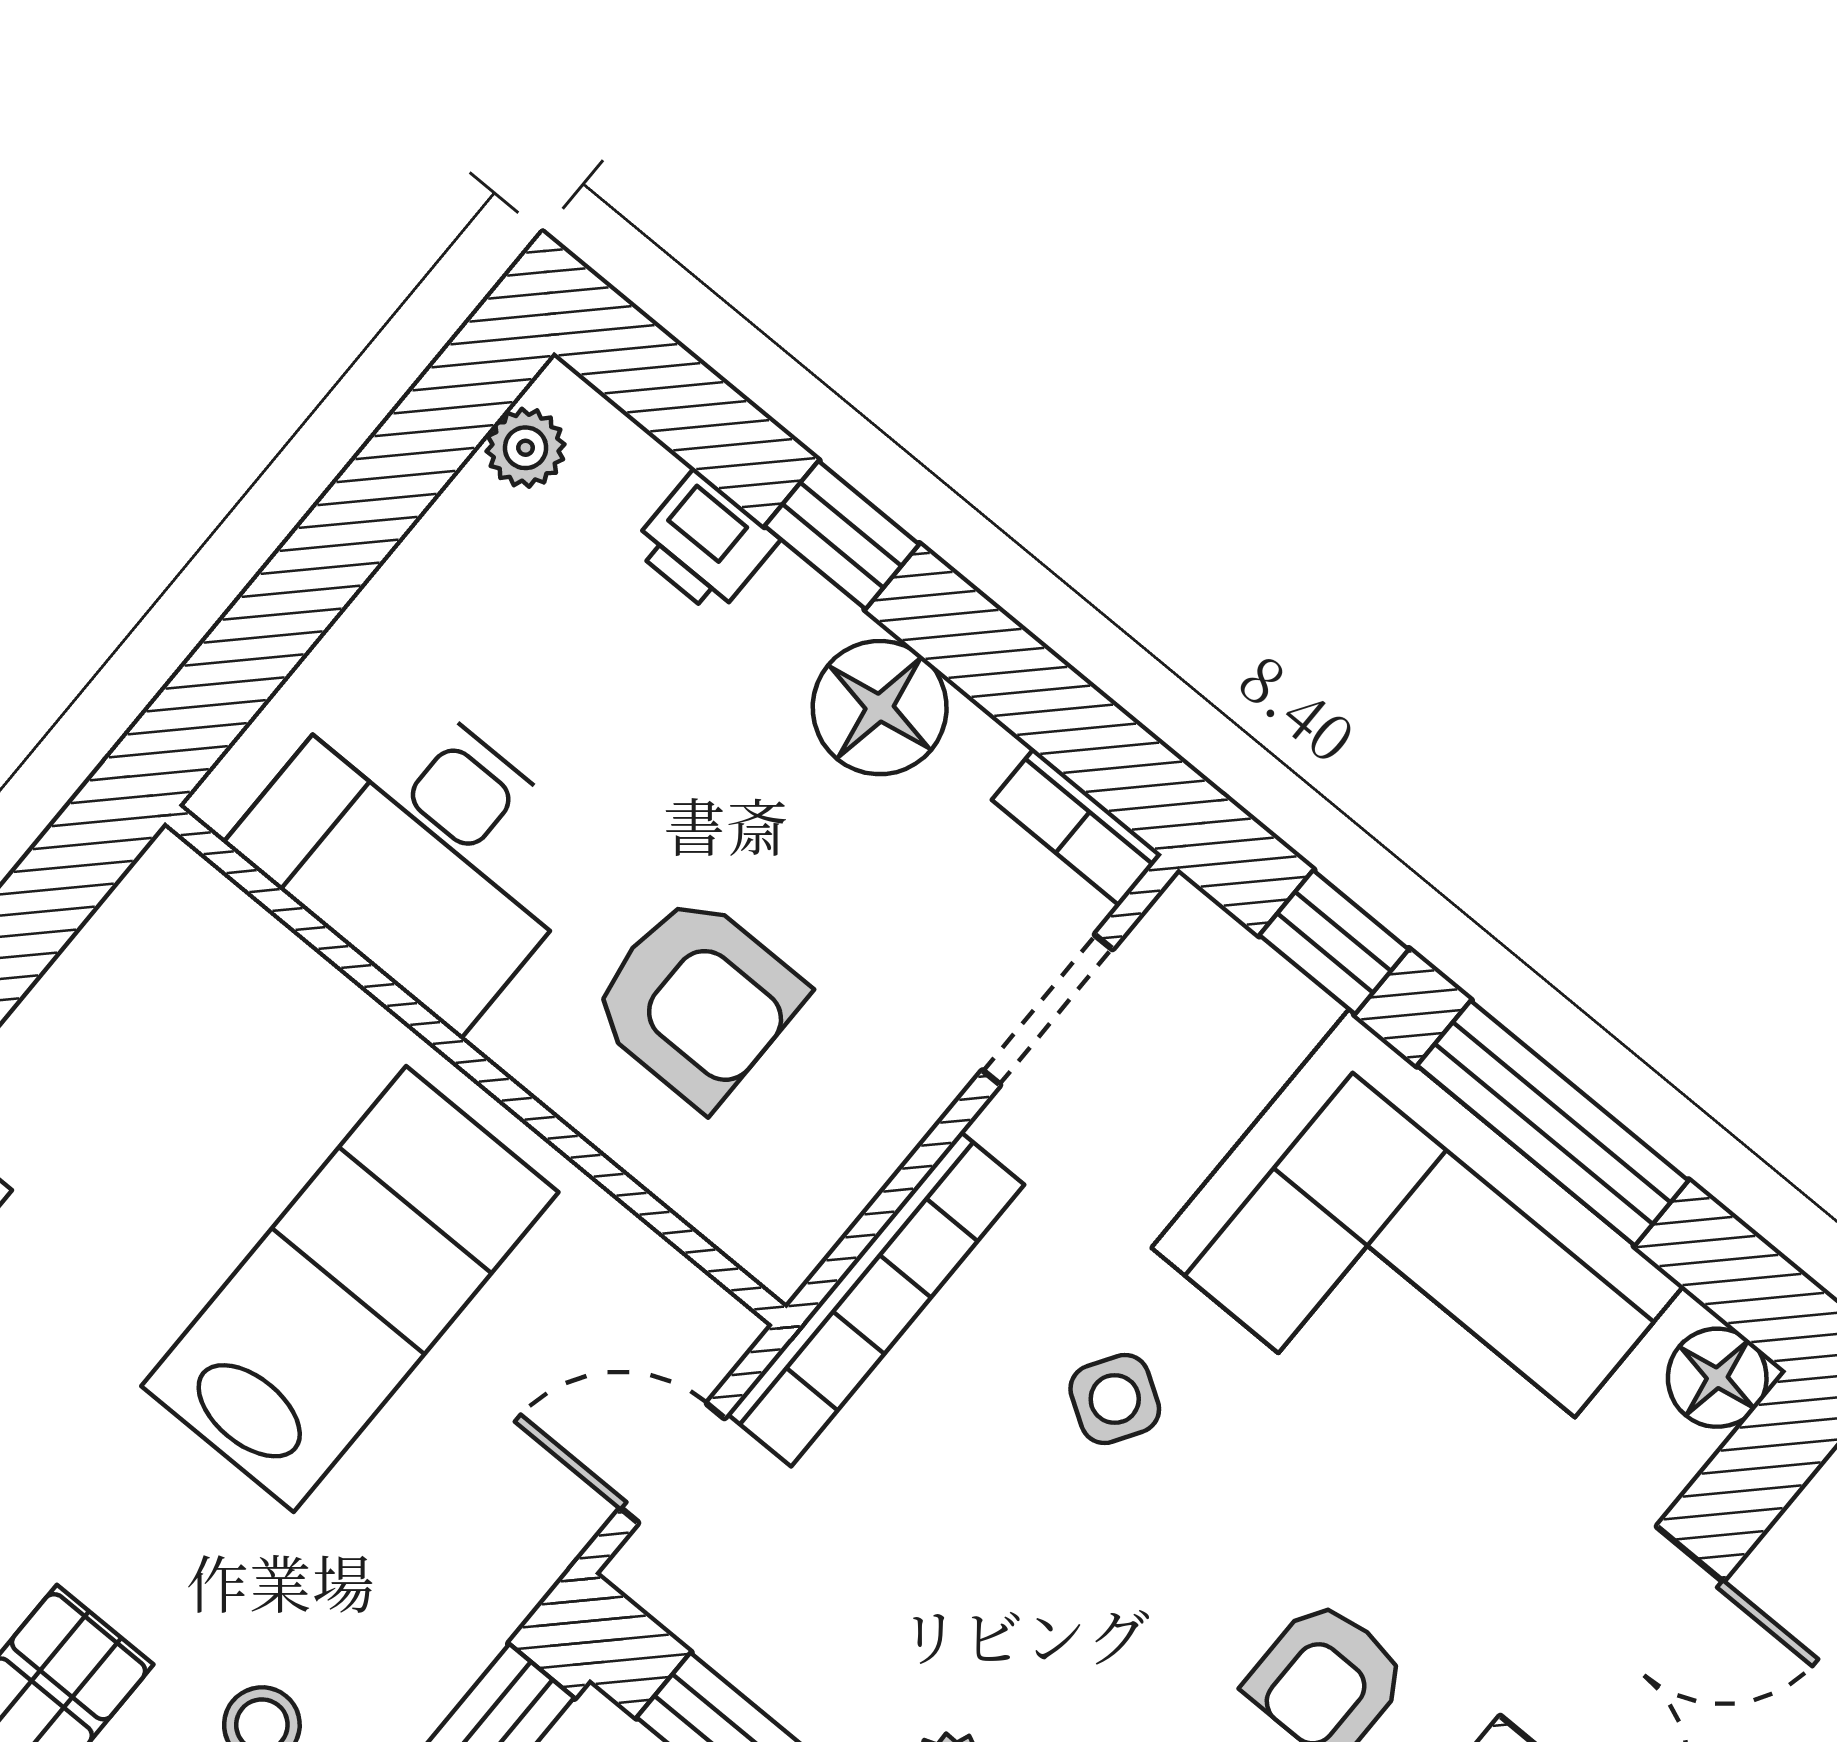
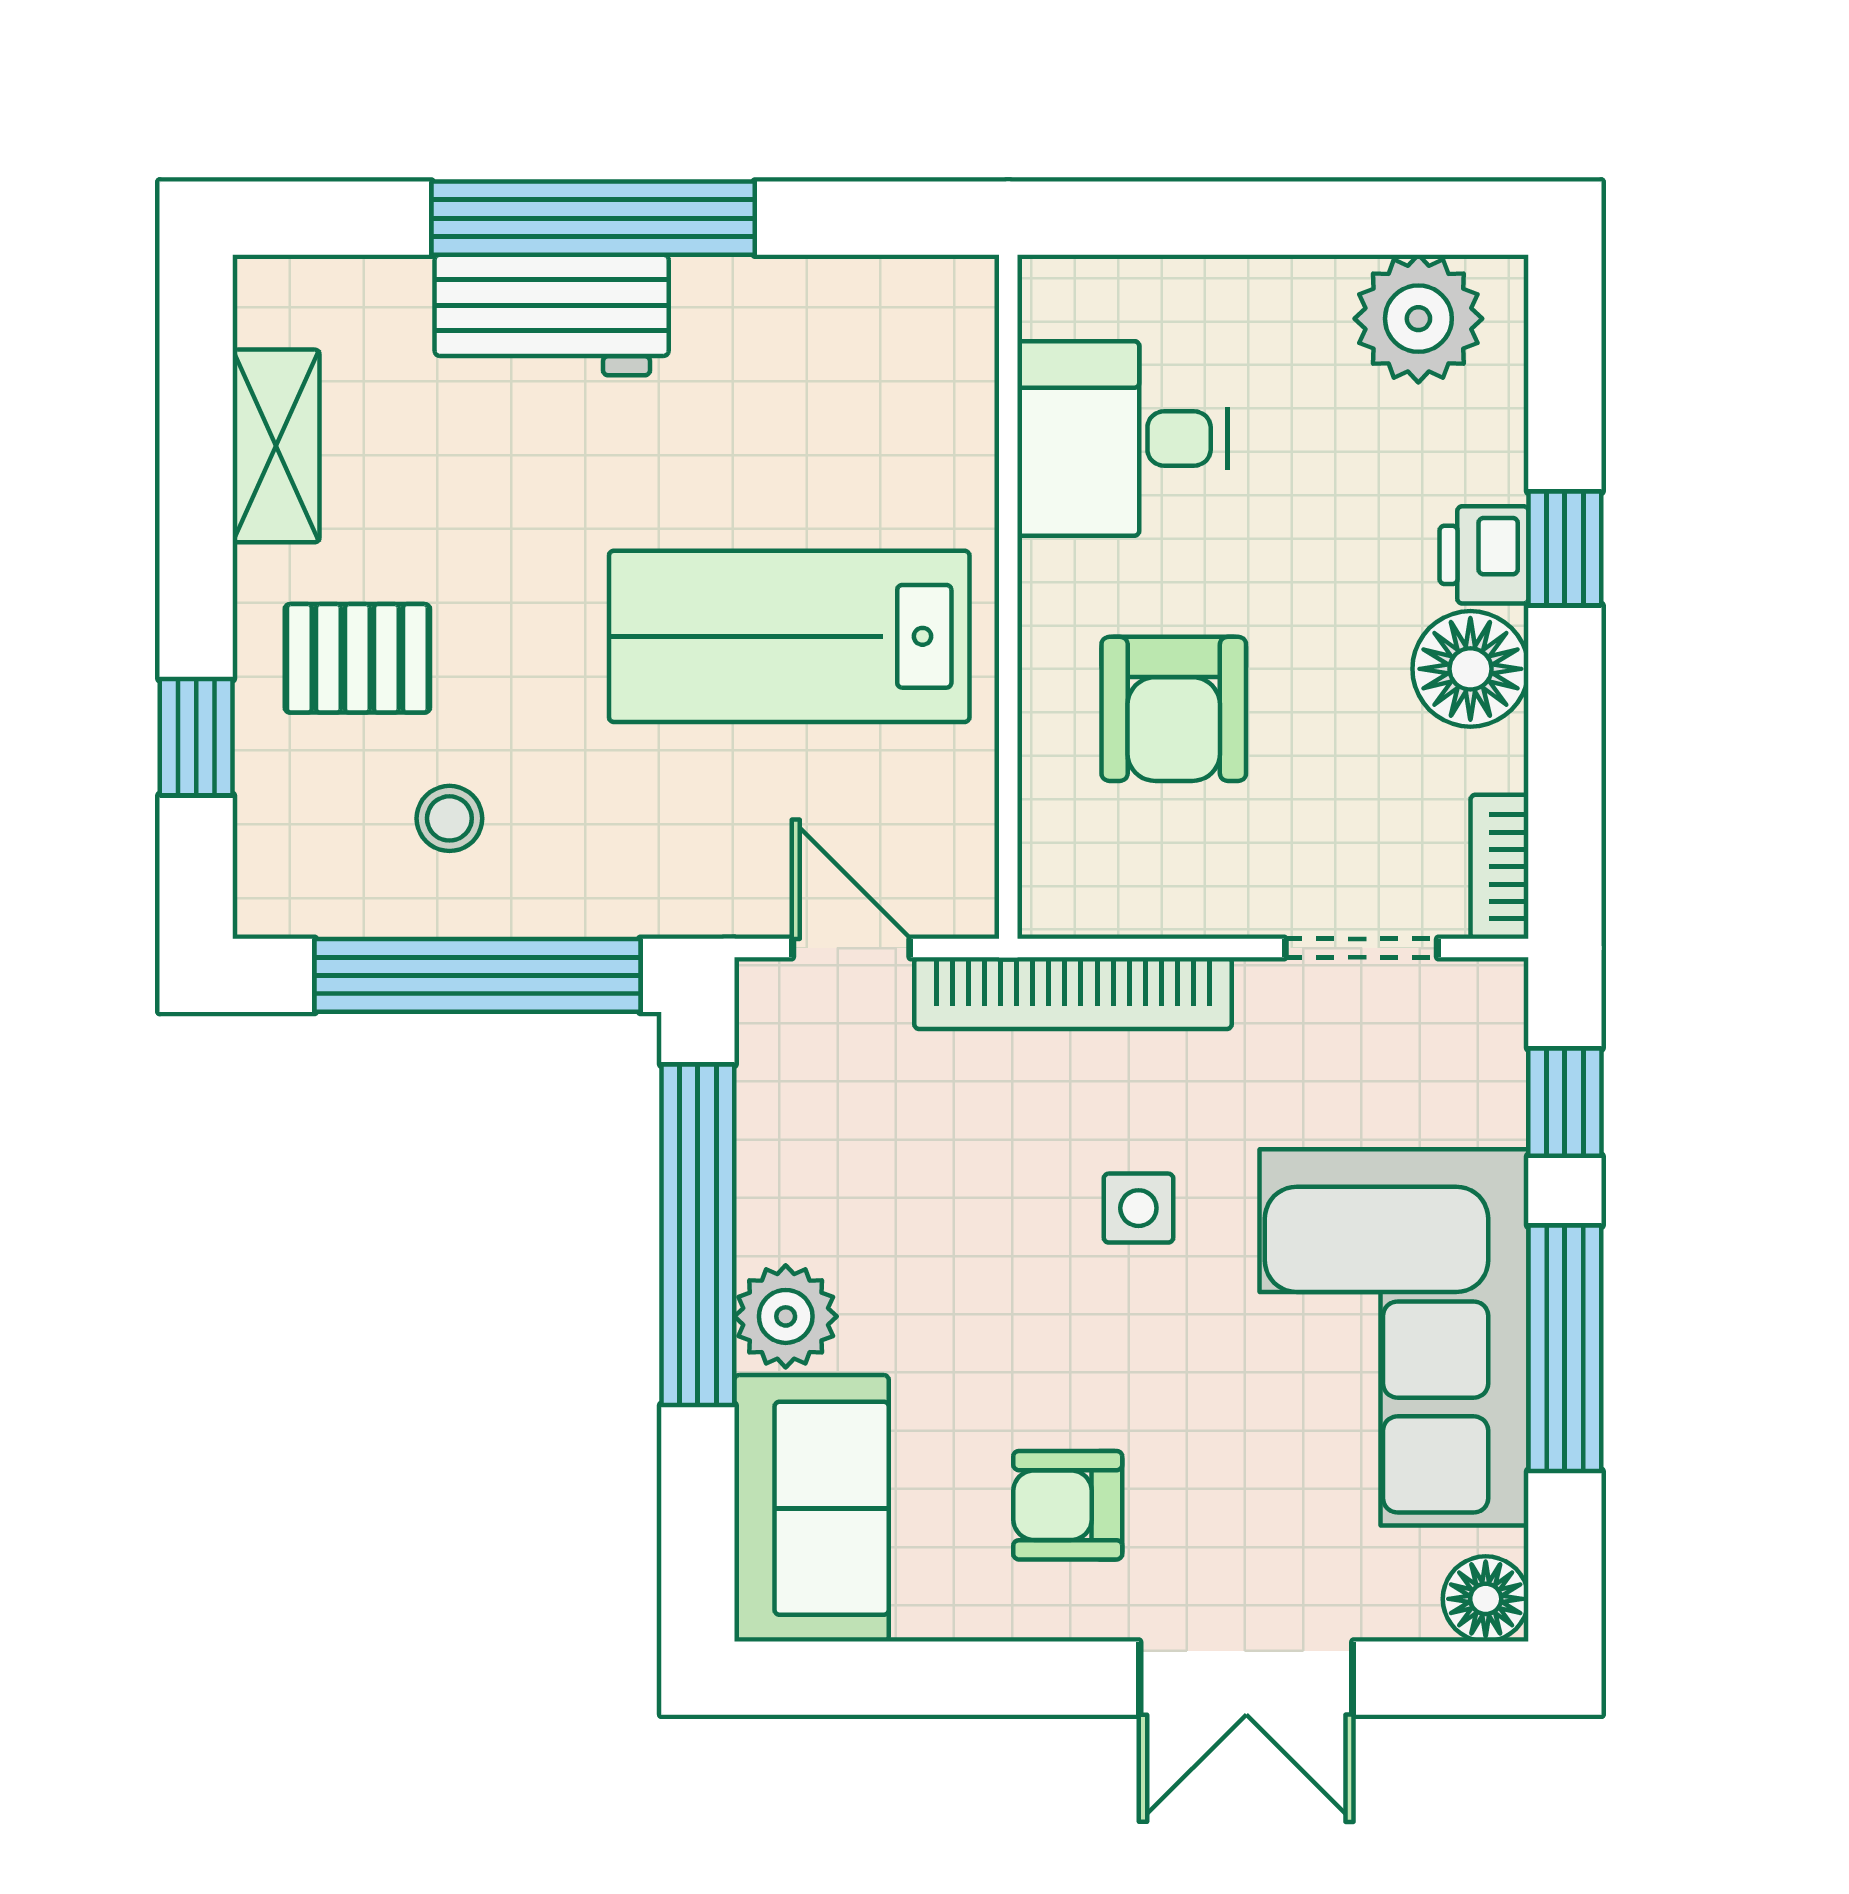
plant: (526, 448) -> (1418, 319), width x1.88, depth x1.88
printer: (705, 543) -> (1484, 555), moved
desk: (419, 848) -> (1122, 439), width x0.73
lab bench: (350, 1289) -> (789, 636), turned 180
side table: (1115, 1399) -> (1138, 1208), turned -32

